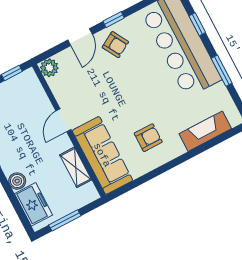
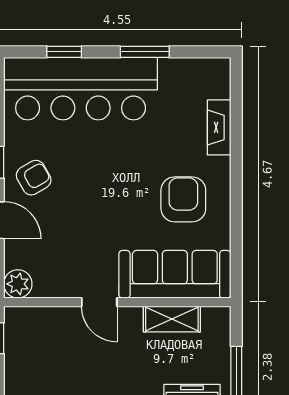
fireplace: (205, 131) -> (219, 127), width x0.73, depth x0.76
armchair: (148, 138) -> (183, 199), width x1.38, depth x1.38

